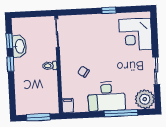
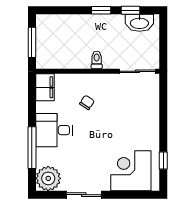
window: (109, 10) -> (163, 161), moved
washbasin: (19, 46) -> (139, 23), moved
desk: (107, 96) -> (54, 130), width x0.73
filing cabinet: (68, 106) -> (45, 87), width x2.00

